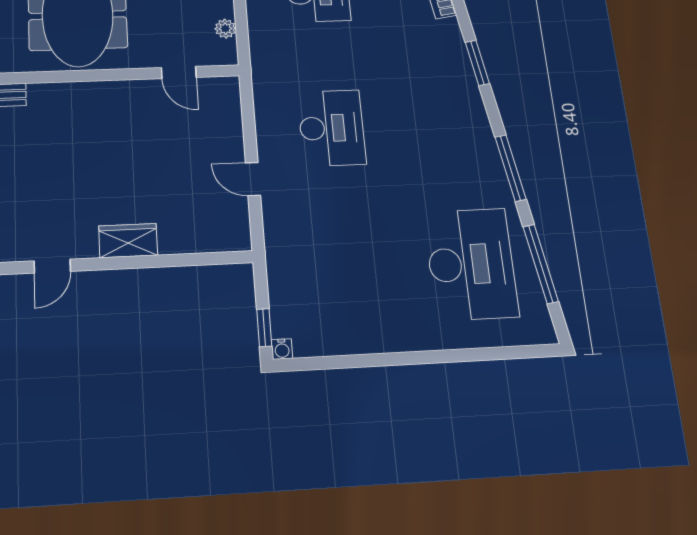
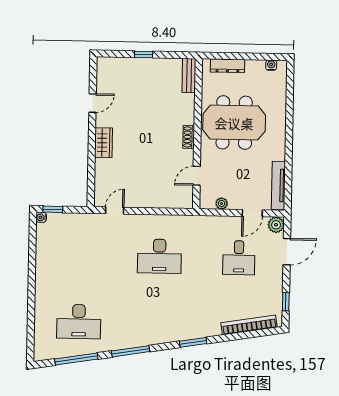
shoe rack: (108, 90) -> (189, 137), added
door: (253, 179) -> (115, 210), moved
desk: (471, 264) -> (79, 322), width x0.73, depth x0.77
door: (52, 266) -> (93, 103), swing flipped

